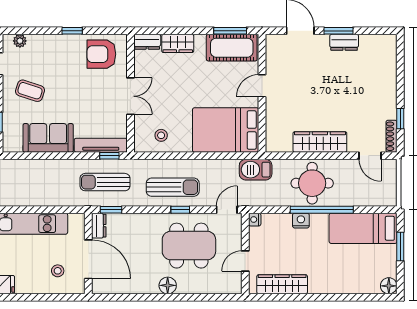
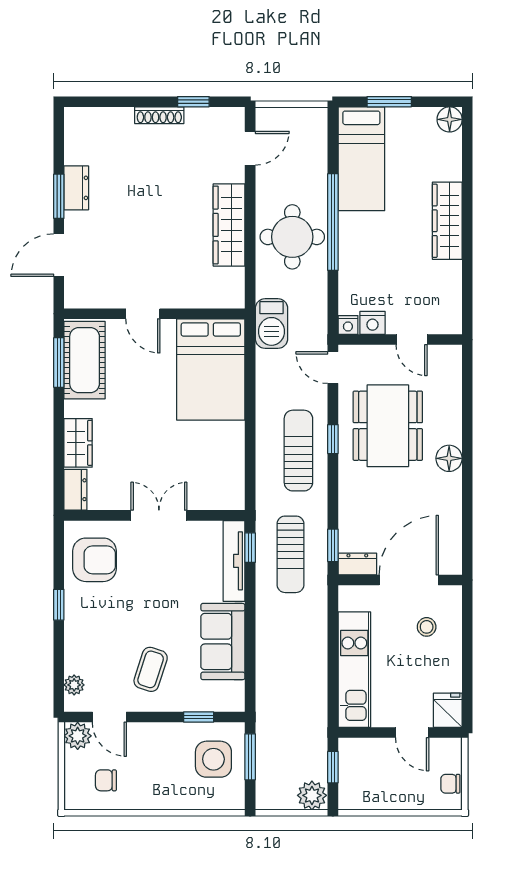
armchair: (101, 54) -> (95, 560), turned -90
stool: (161, 135) -> (219, 468), removed
shoe rack: (391, 136) -> (159, 115), moved
nightstand: (301, 221) -> (372, 323), moved, turned -90
wardrobe: (282, 284) -> (447, 221), moved

